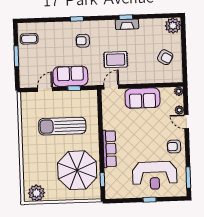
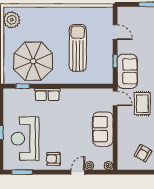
sofa: (70, 76) -> (127, 71), moved
armchair: (174, 147) -> (53, 159), turned -90
row of seats: (110, 149) -> (47, 94), width x0.68

